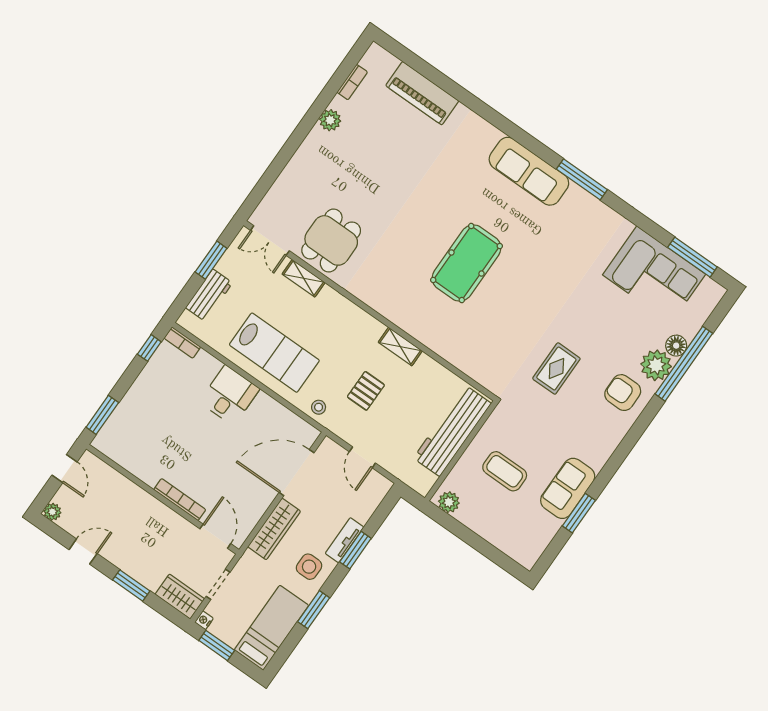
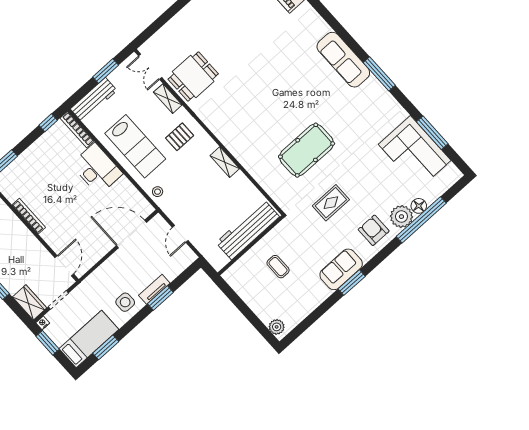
window: (692, 257) -> (432, 133), moved
pool table: (466, 263) -> (307, 150), moved
workbench: (209, 295) -> (94, 100), width x1.37
bookcase: (182, 343) -> (77, 130), width x1.56
pallet: (366, 391) -> (180, 137), moved
desk: (229, 395) -> (97, 169), width x1.37
coffee table: (505, 471) -> (278, 267), width x0.73, depth x0.77
sofa: (568, 488) -> (341, 269), moved
bookcase: (180, 500) -> (29, 216), moved
plant: (449, 502) -> (277, 327), moved
window: (579, 513) -> (352, 283), moved
wardrobe: (274, 529) -> (107, 270), removed
window: (314, 610) -> (106, 347), moved

